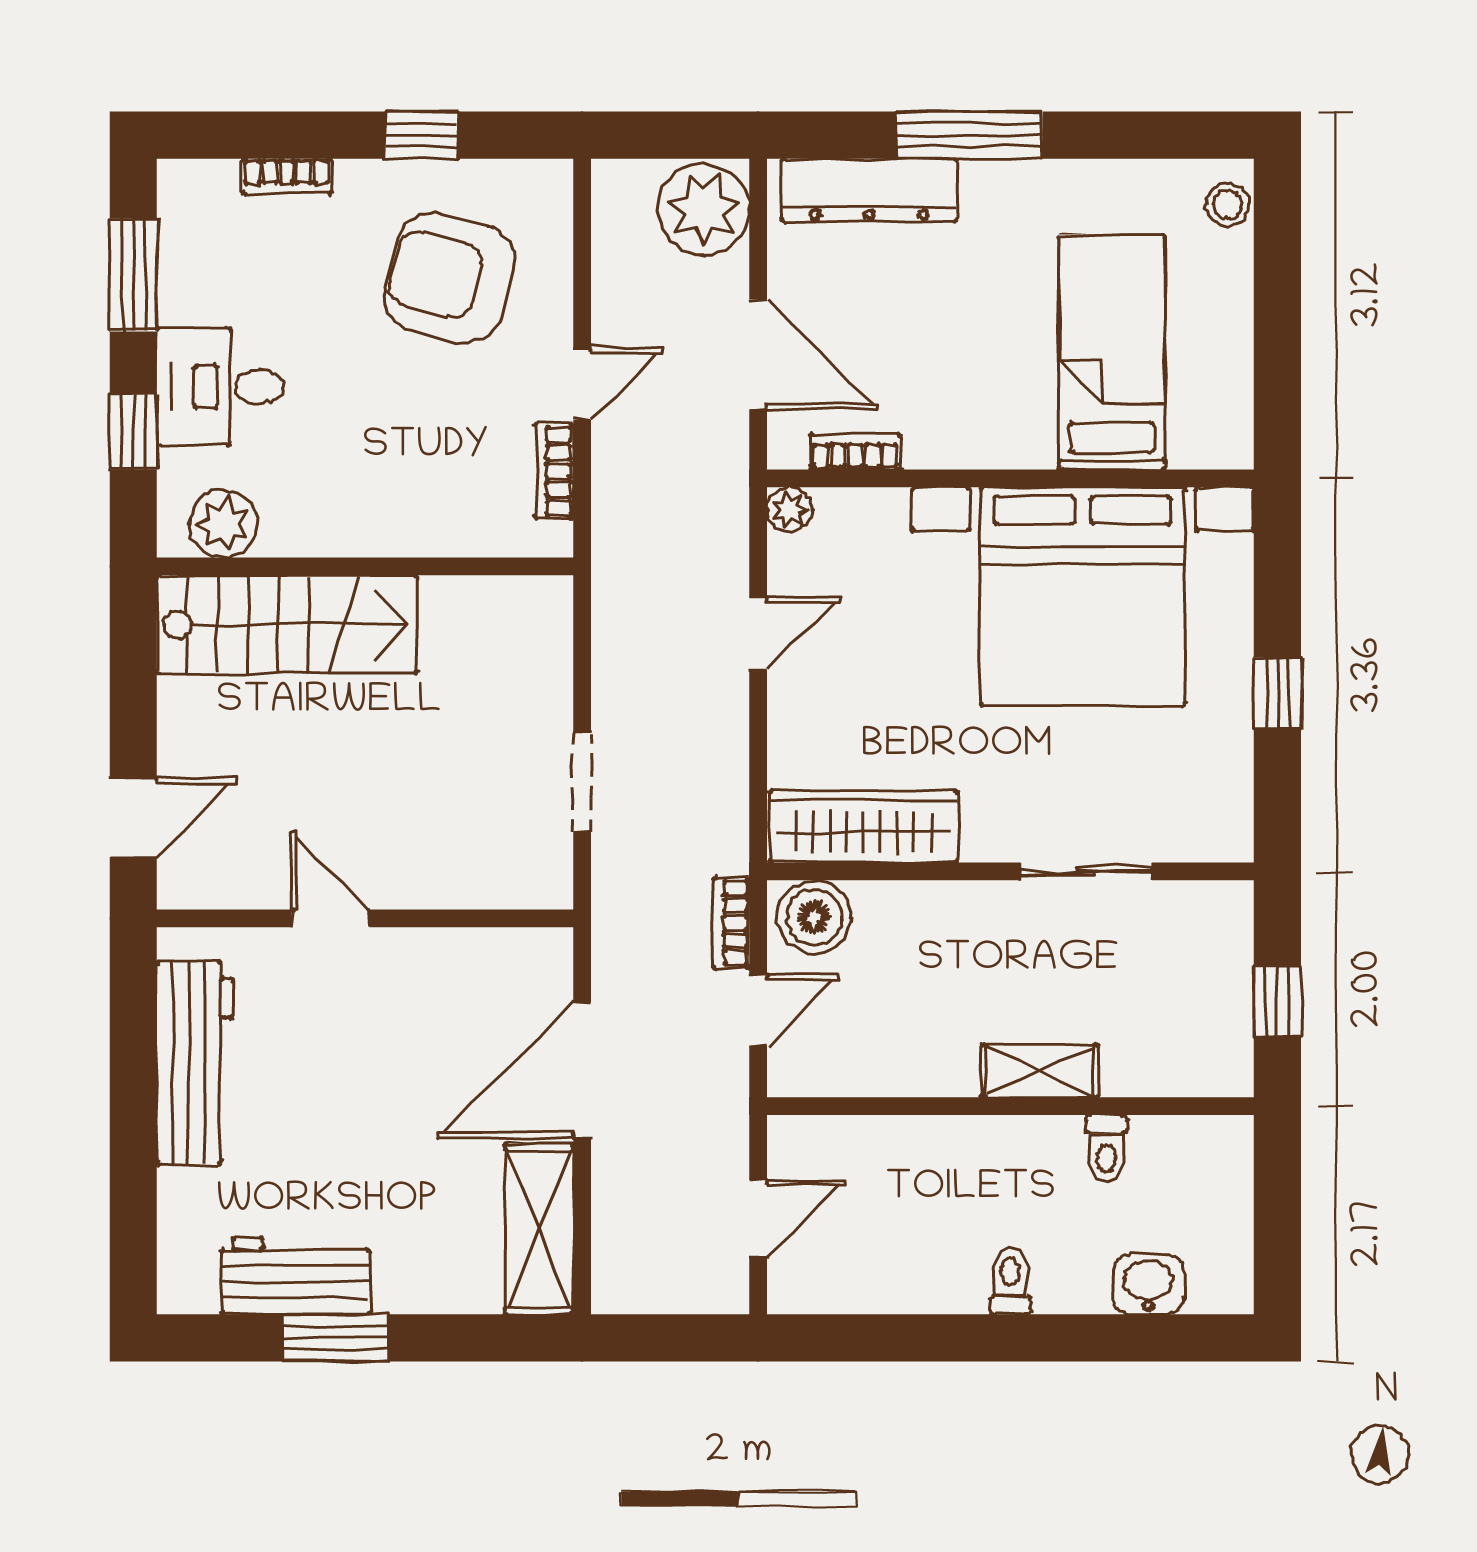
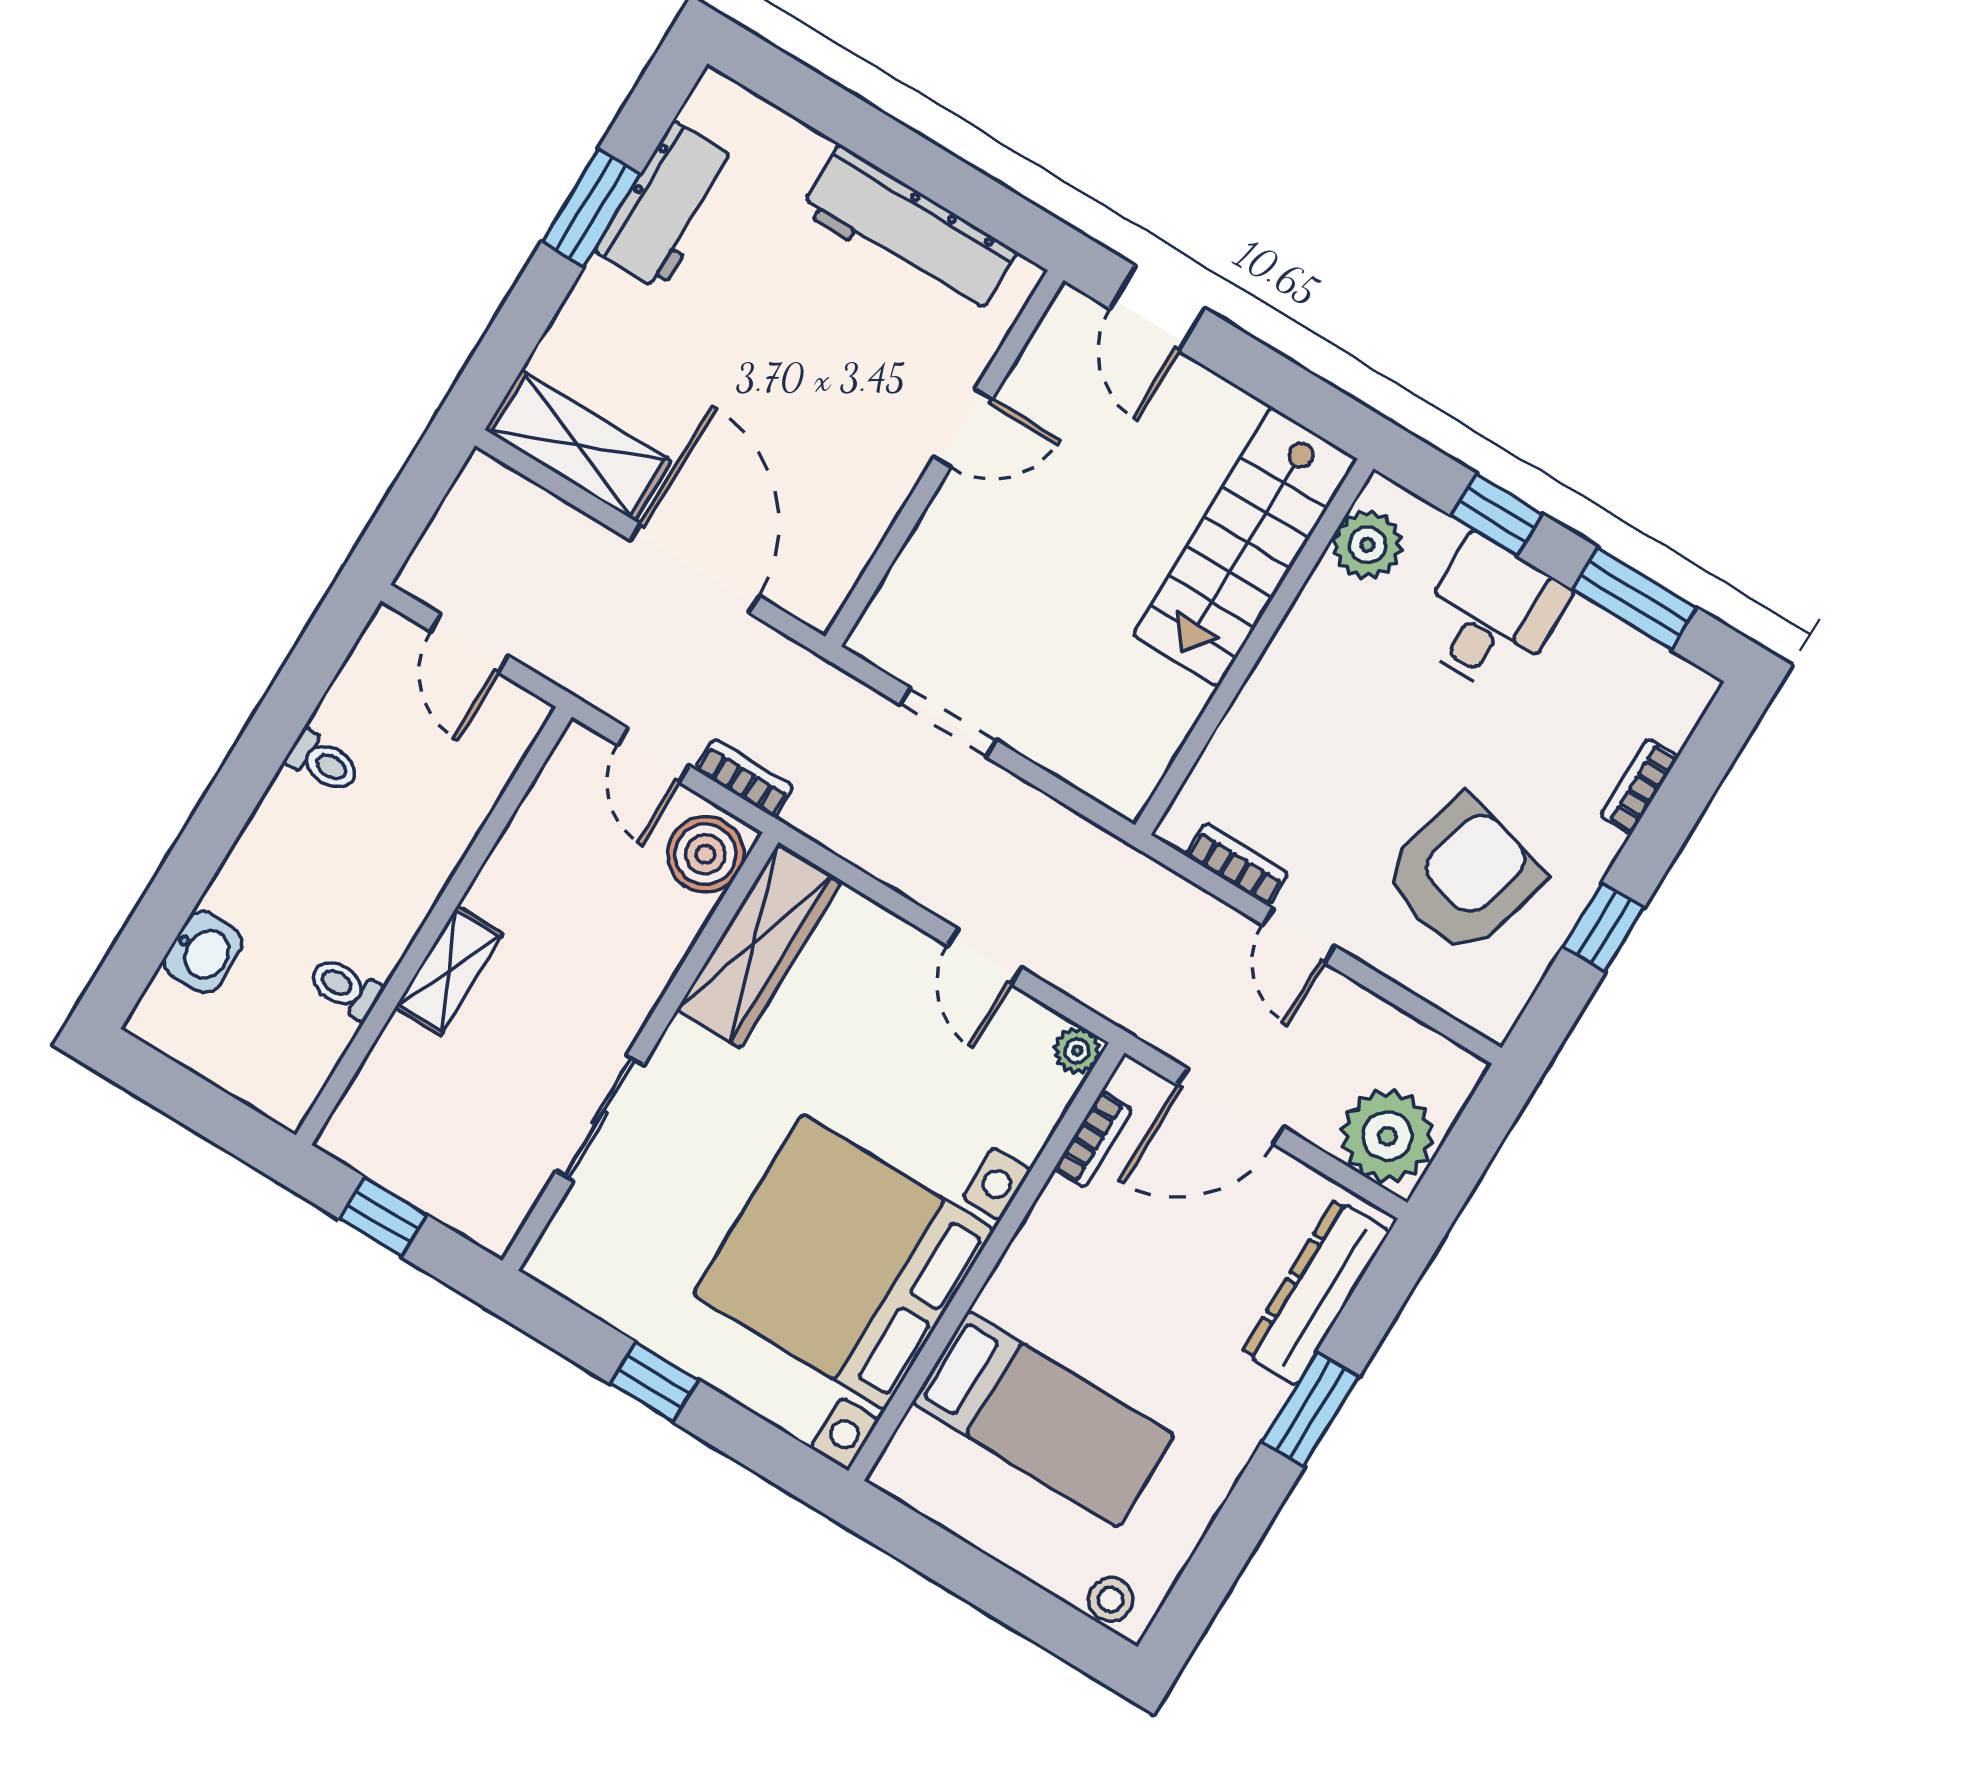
window: (969, 135) -> (1310, 1409), width x0.69
toilet: (1010, 1281) -> (323, 762), moved

